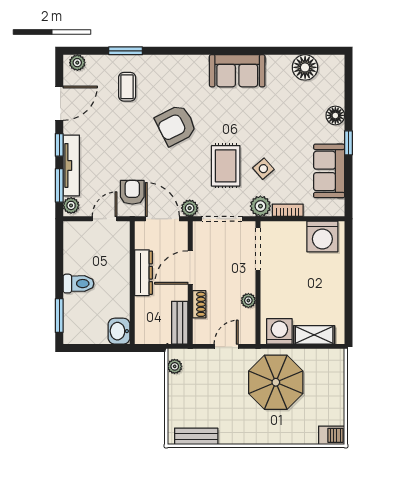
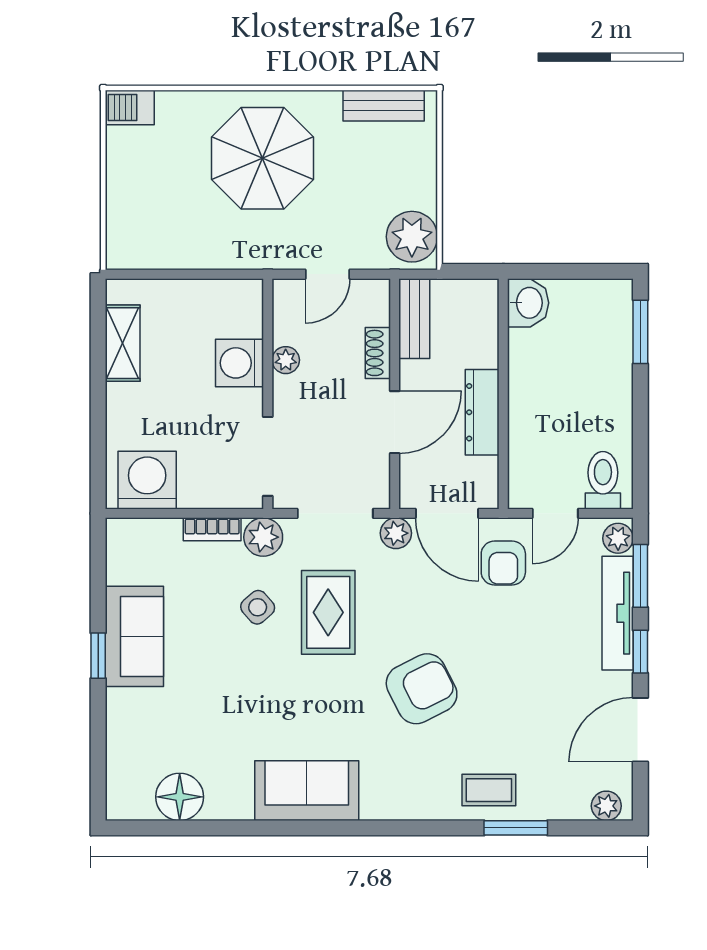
coffee table: (127, 87) -> (489, 790), moved, turned 90
floor lamp: (335, 115) -> (123, 707), removed
sofa: (329, 171) -> (134, 636), moved
toilet: (78, 284) -> (603, 480), moved, turned 90
washing machine: (279, 331) -> (240, 363), moved, turned 90
shelving: (314, 335) -> (123, 343), moved, turned 90
plant: (175, 366) -> (412, 237), width x1.87, depth x1.87
parasol: (276, 382) -> (263, 158), moved

